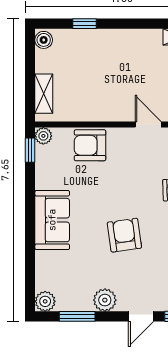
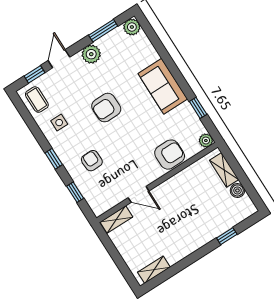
boiler: (44, 40) -> (237, 190), moved
window: (30, 150) -> (198, 108), moved
armchair: (124, 235) -> (106, 108), turned 97

